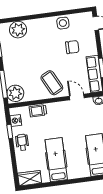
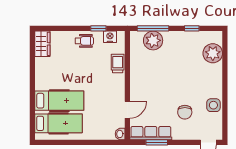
coffee table: (52, 83) -> (147, 84), removed
plant: (15, 93) -> (153, 40), moved
hospital bed: (56, 160) -> (59, 101), moved

